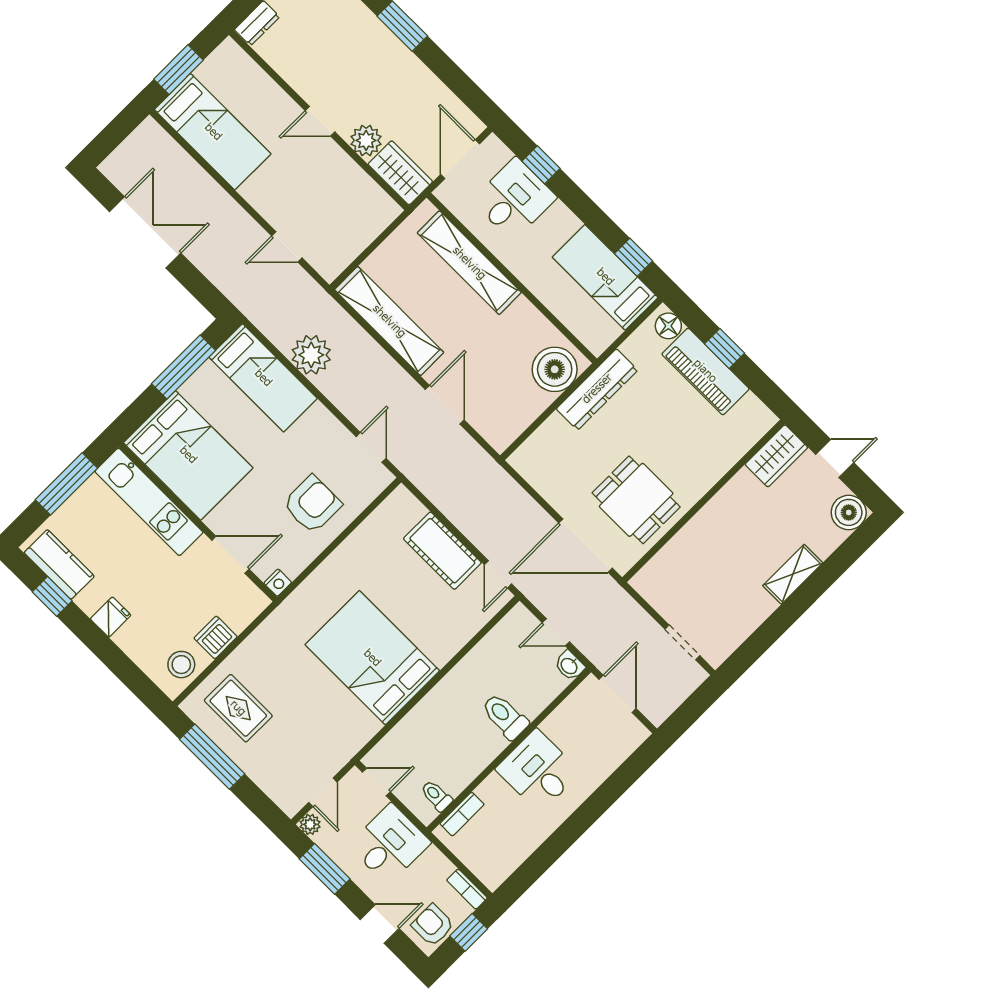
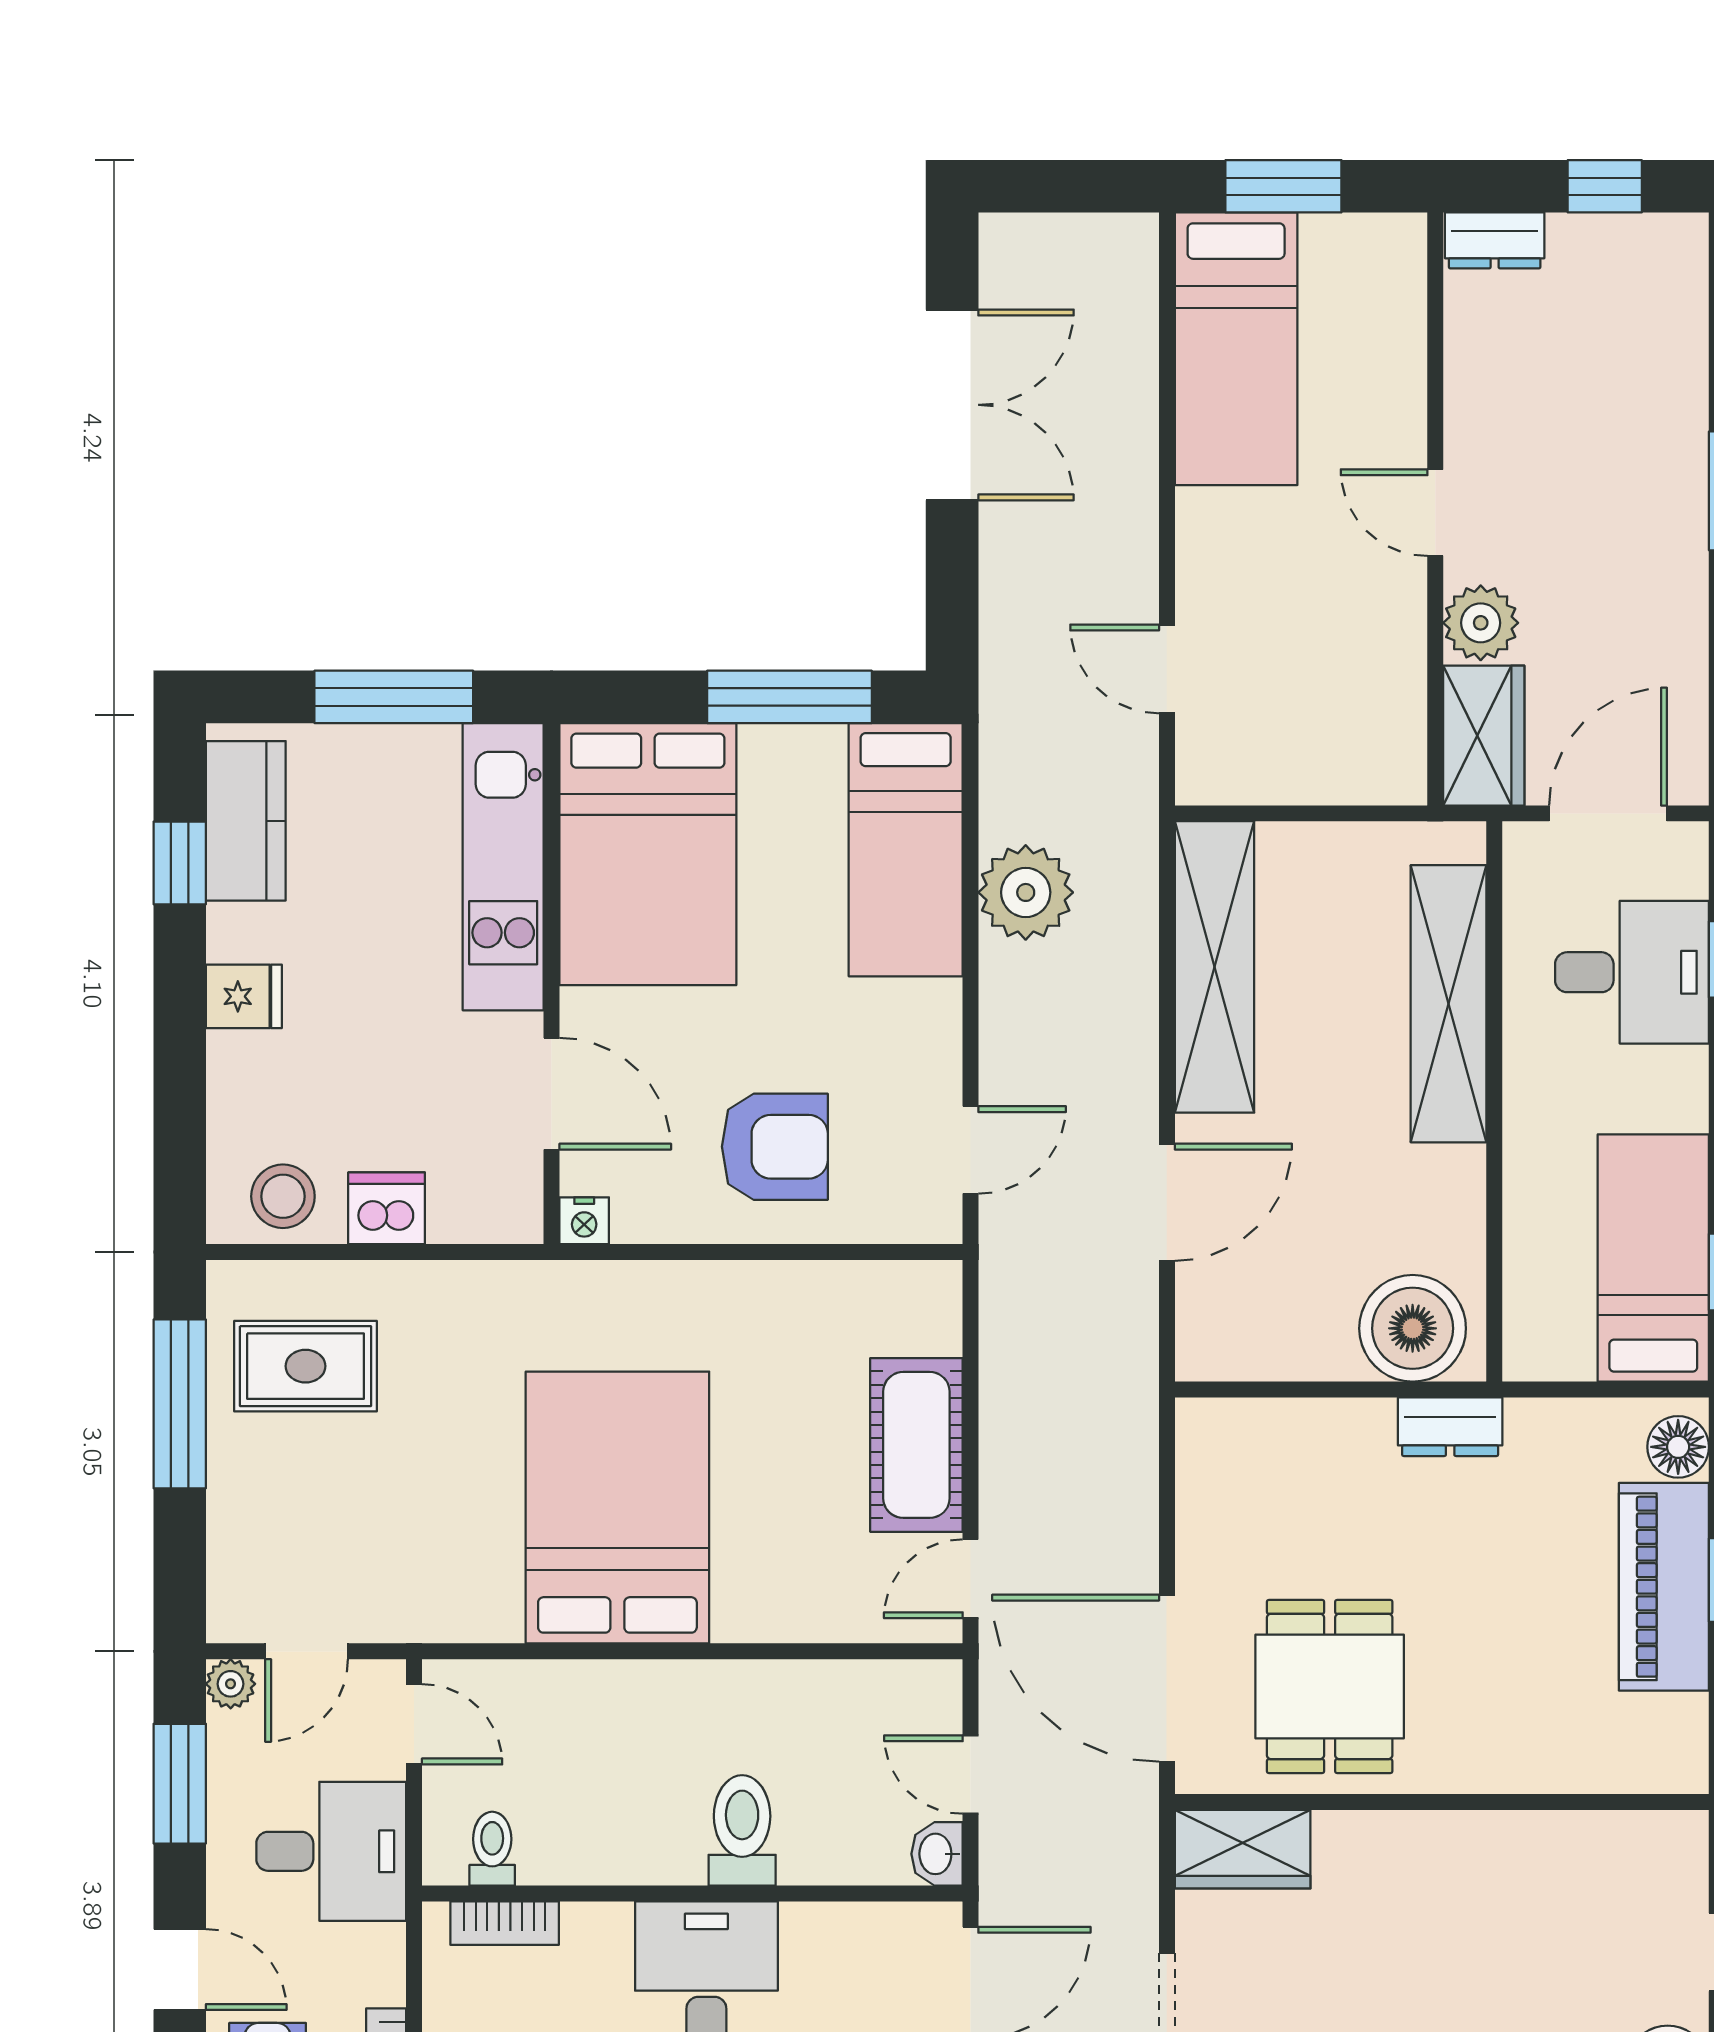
dresser: (597, 389) -> (1450, 1427), width x0.51, depth x0.80
wardrobe: (776, 456) -> (1243, 1849), moved
rug: (238, 708) -> (306, 1366), turned 90

